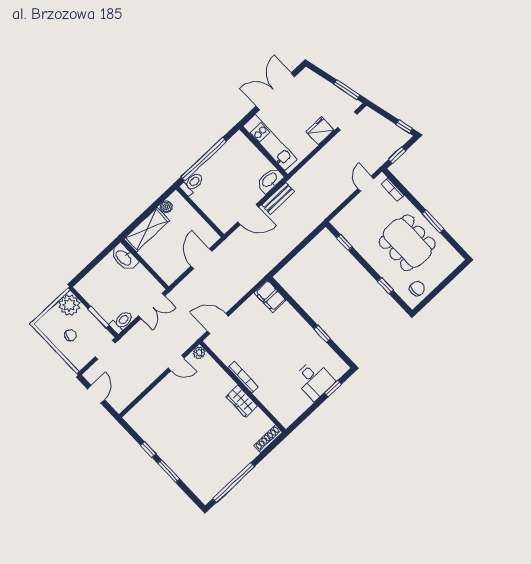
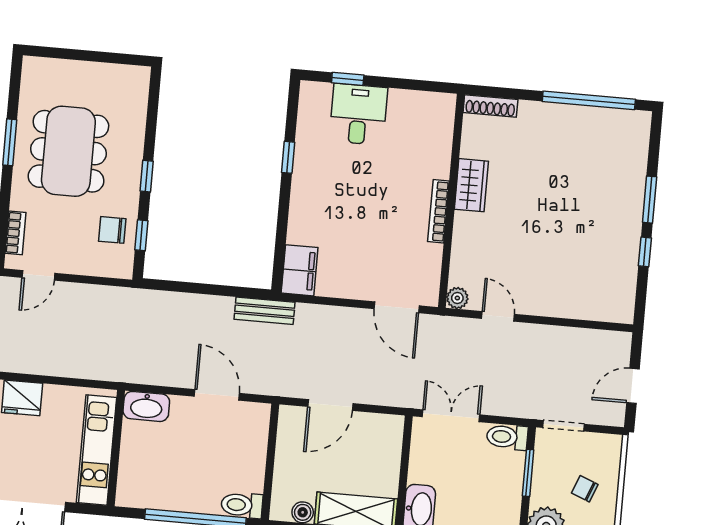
bench: (278, 198) -> (265, 311), moved
window: (385, 286) -> (147, 176), moved
chair: (417, 288) -> (112, 230), moved

